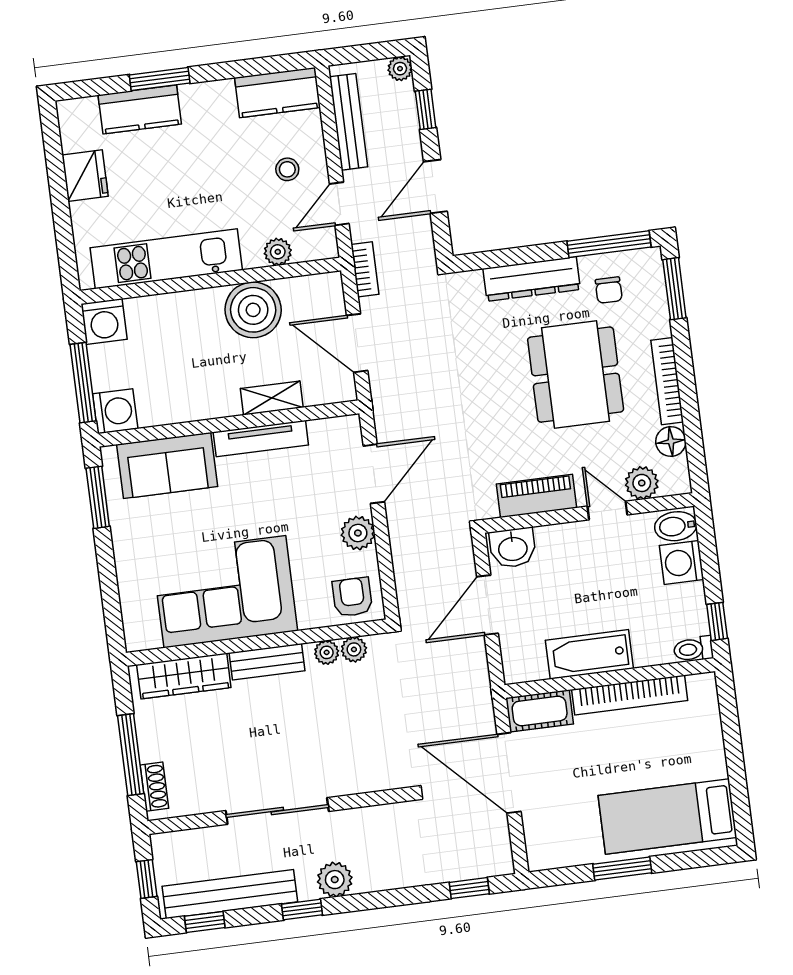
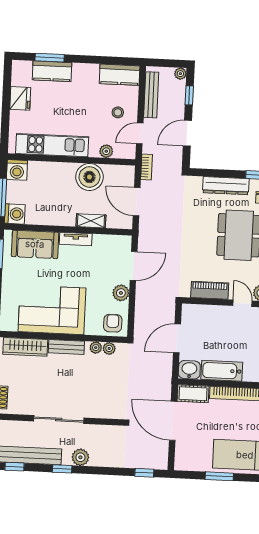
window: (160, 79) -> (50, 58), moved
tv unit: (261, 439) -> (76, 239), width x0.71
washbasin: (513, 548) -> (189, 370), moved, turned 180

